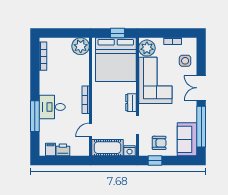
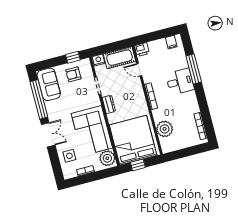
plant: (81, 46) -> (165, 129), moved
door: (91, 130) -> (139, 70), swing flipped
printer: (63, 150) -> (142, 50), moved

